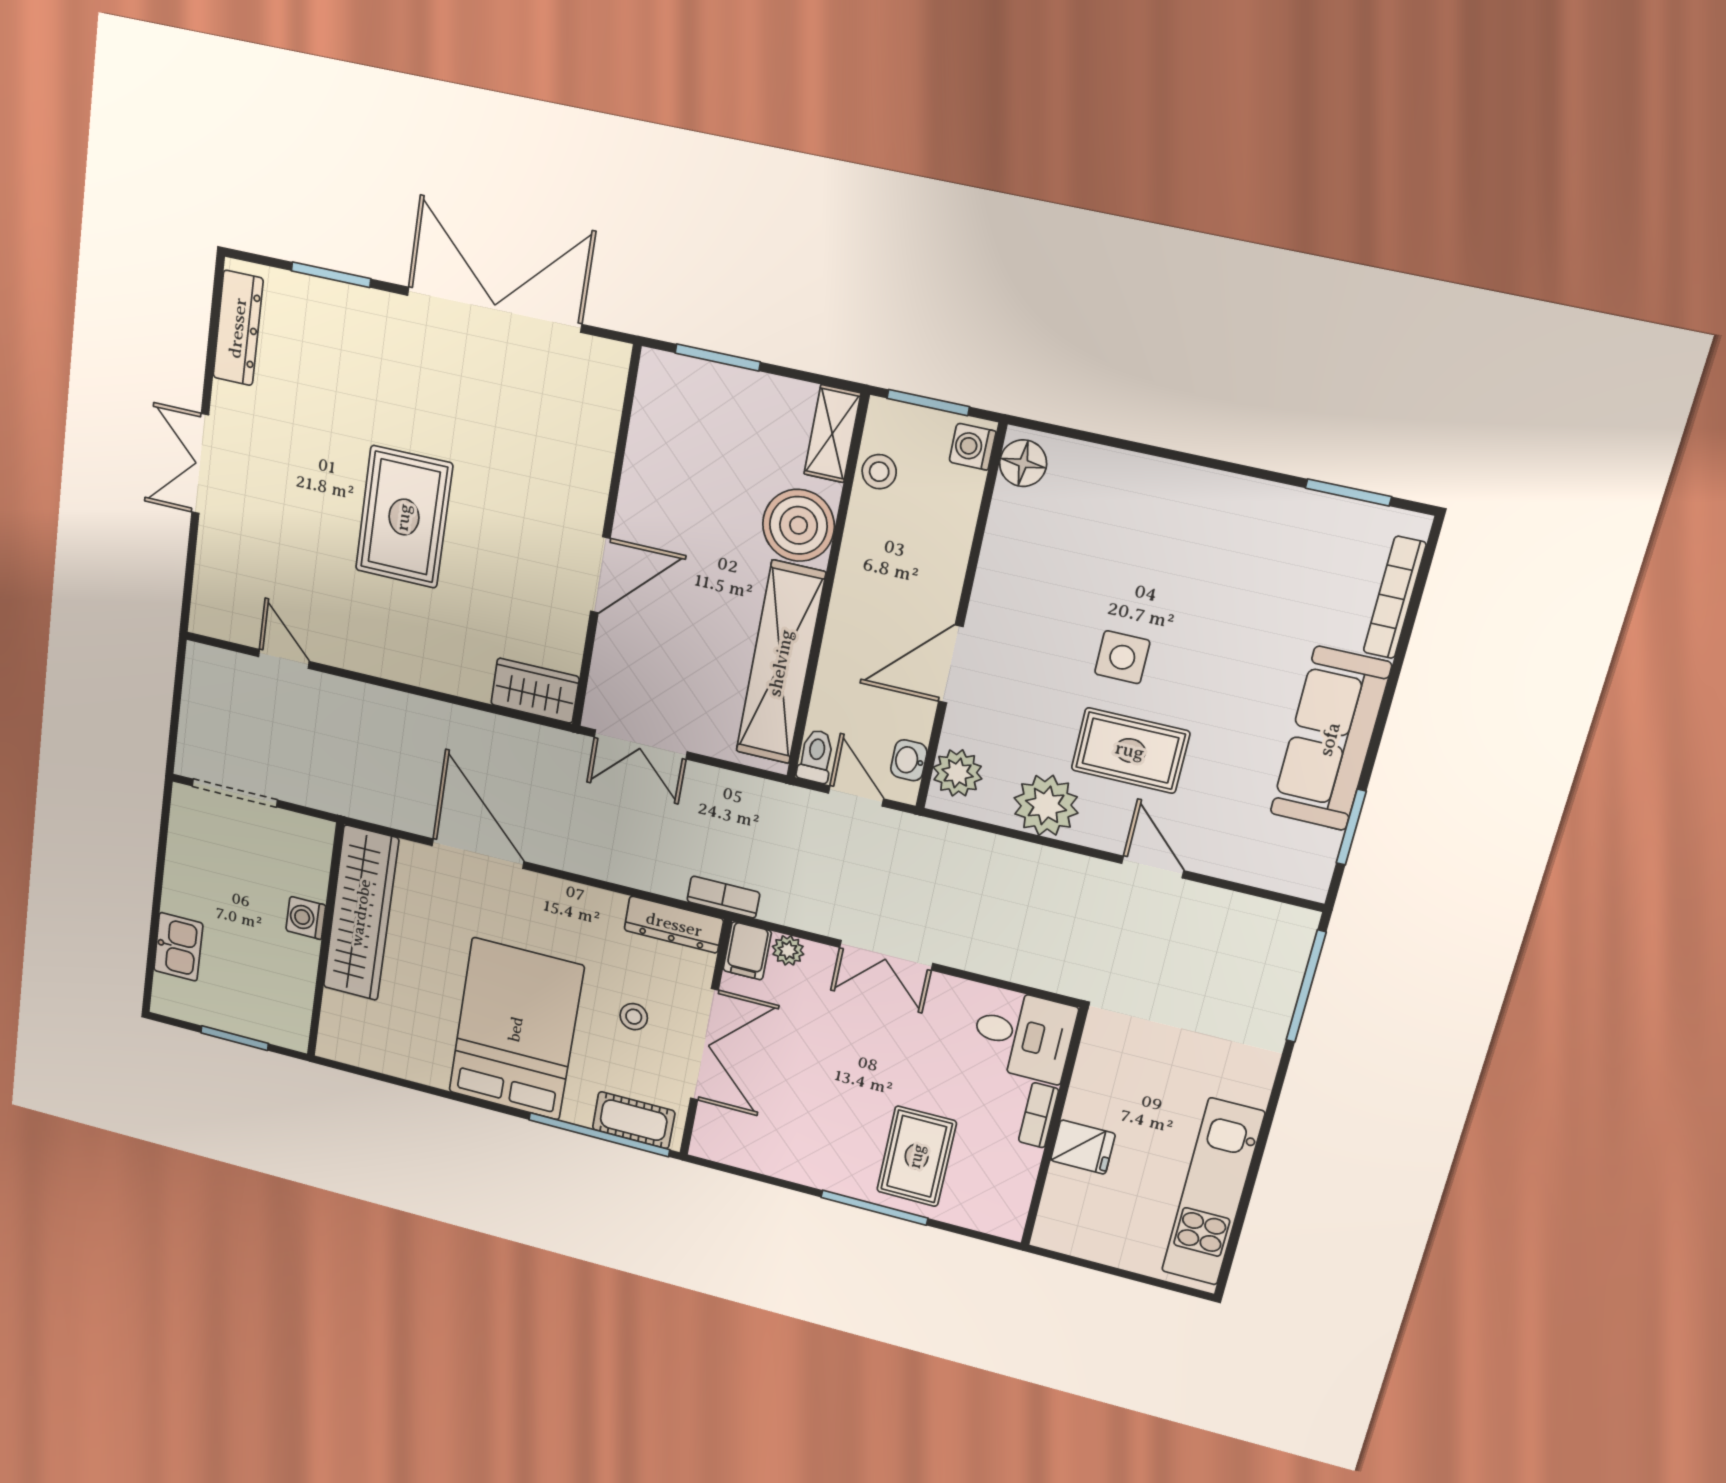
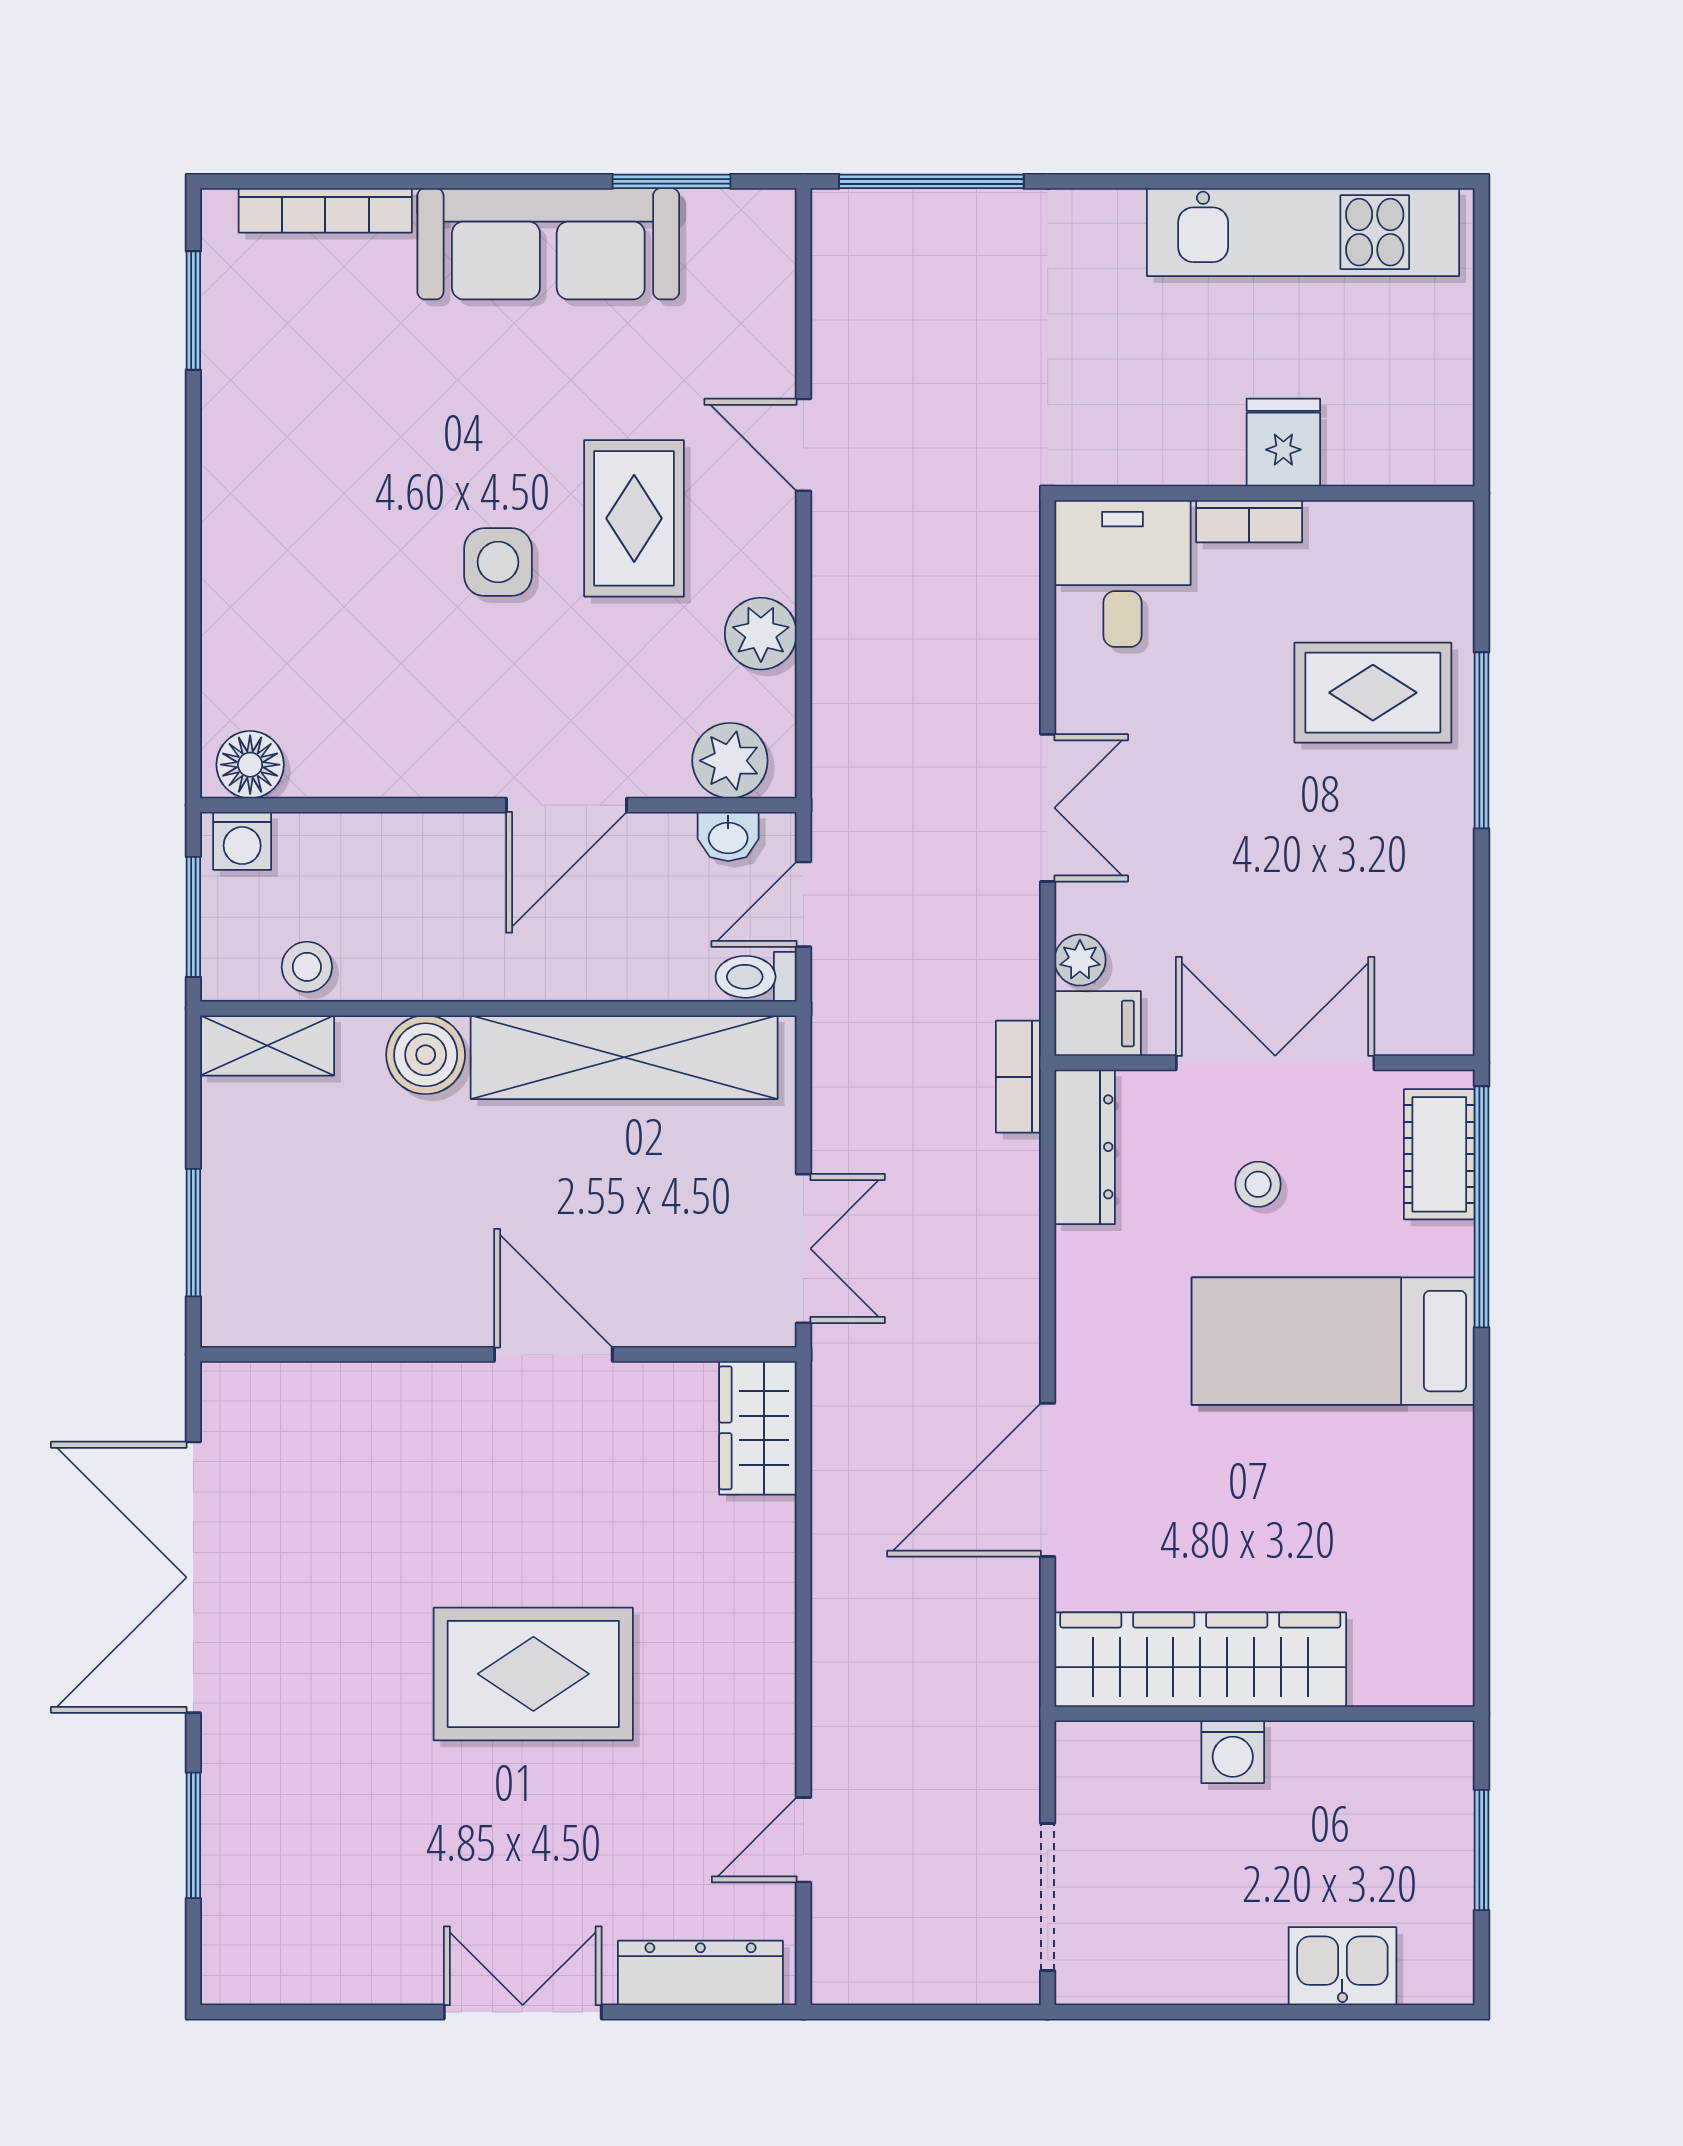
dresser: (238, 328) -> (700, 1973), moved
double door: (200, 464) -> (523, 2012), swing flipped
boiler: (799, 525) -> (426, 1055), width x0.73, depth x0.73
door: (951, 664) -> (566, 805), hinge flipped
plant: (1046, 805) -> (761, 634), width x0.73, depth x0.73
door: (1153, 867) -> (803, 445), hinge flipped
bed: (516, 1029) -> (1333, 1341), width x0.67

